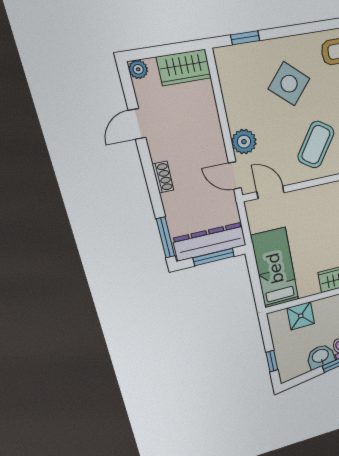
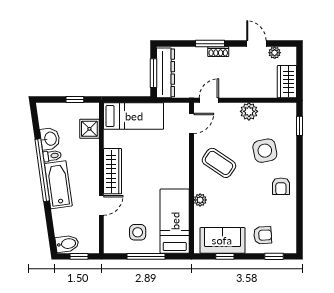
plant: (138, 69) -> (275, 53), moved
side table: (289, 84) -> (265, 151), turned 38
plant: (244, 142) -> (249, 111), moved
window: (166, 237) -> (210, 44), moved
window: (272, 361) -> (75, 99), moved

